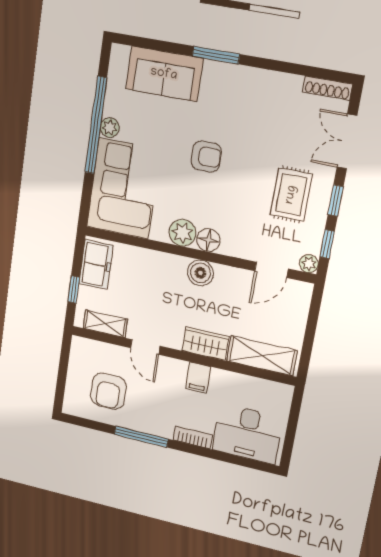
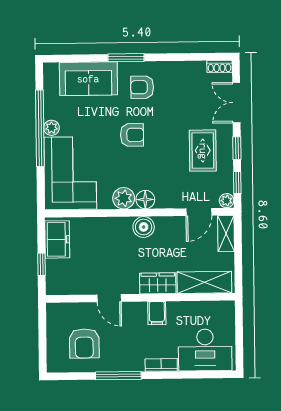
shoe rack: (327, 88) -> (220, 66), width x0.70
armchair: (230, 98) -> (142, 87), added
shelving: (105, 324) -> (226, 233), moved, turned 90

